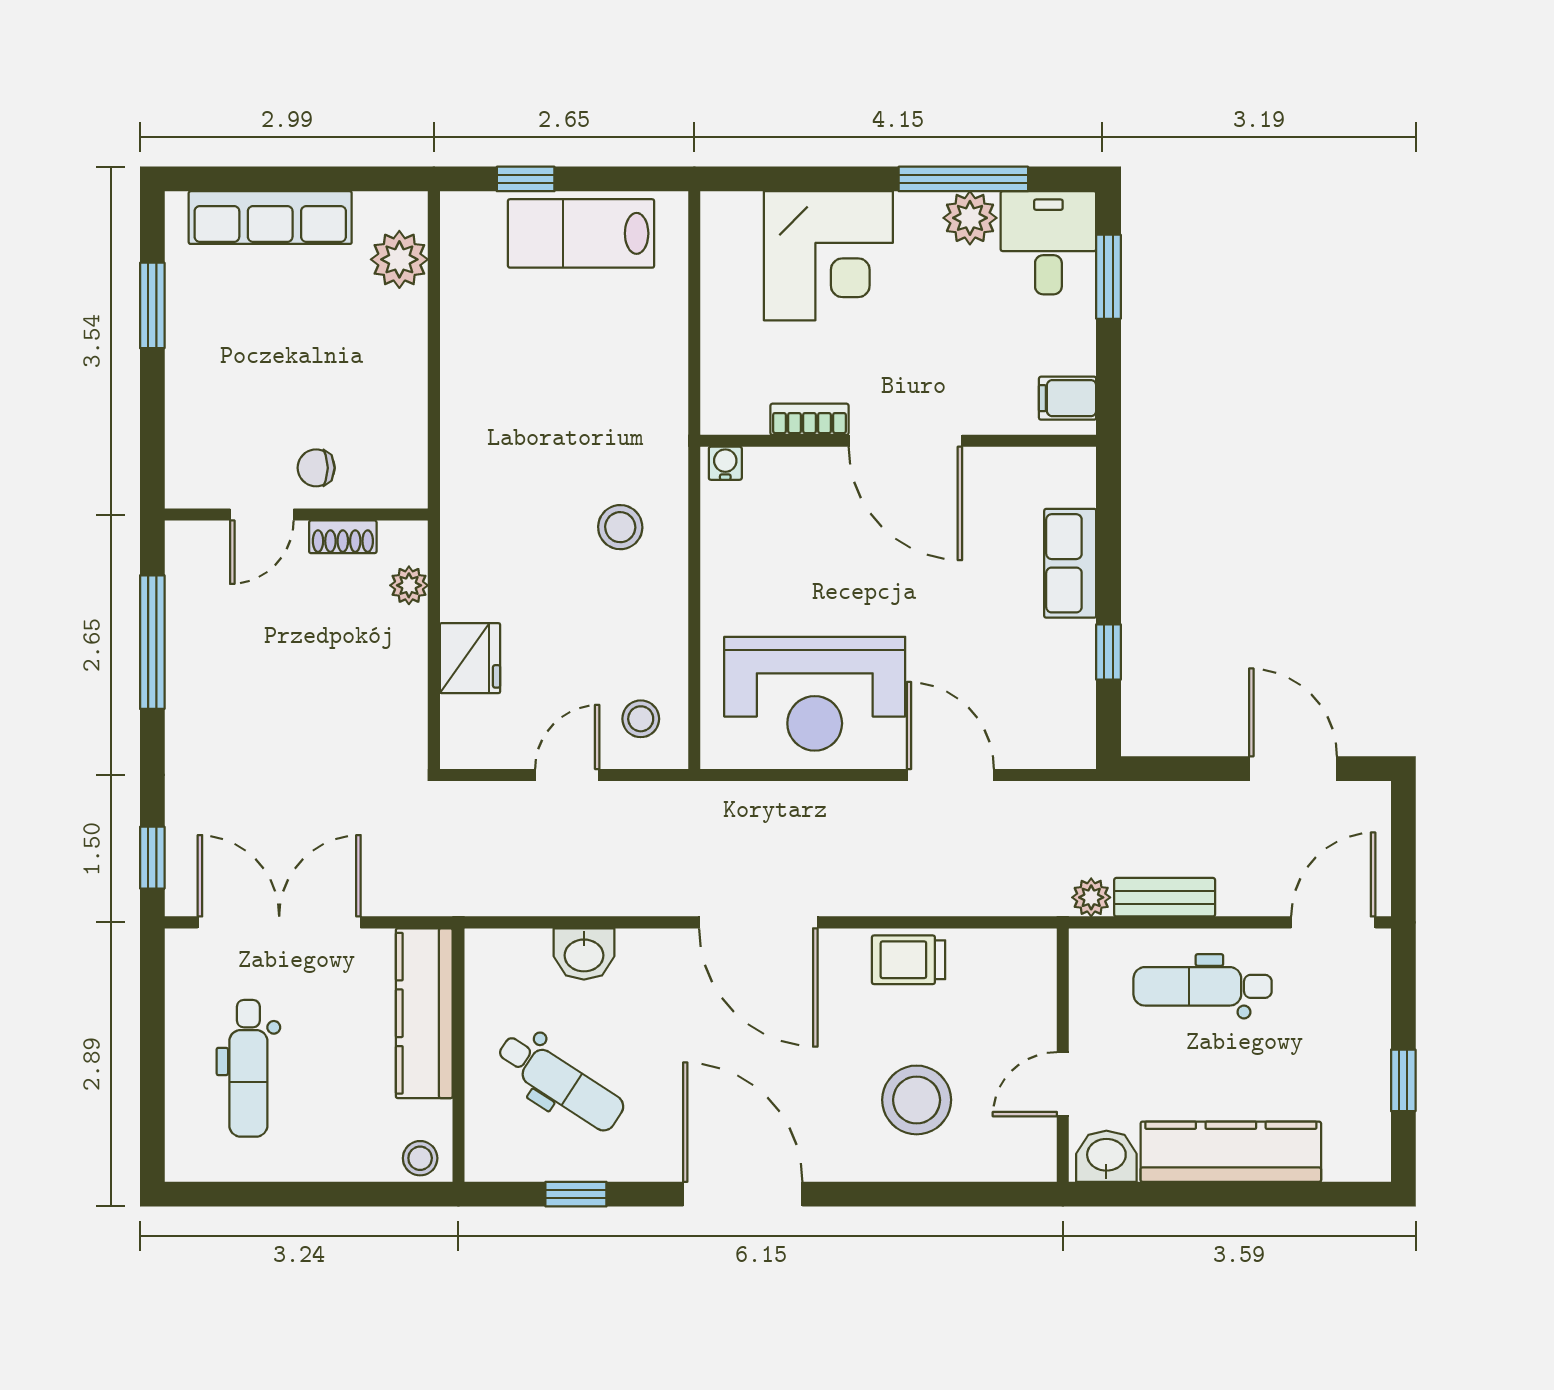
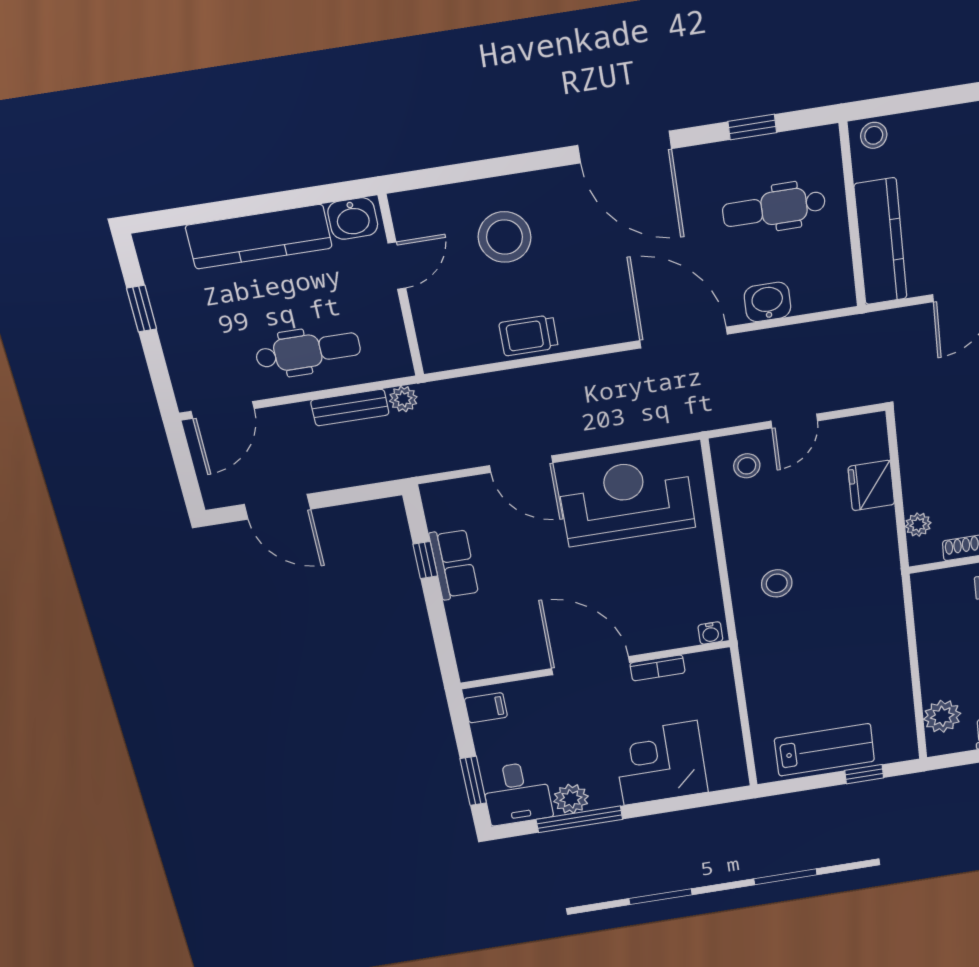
row of seats: (1070, 563) -> (454, 564), moved
door: (758, 922) -> (684, 337), moved
trolley: (909, 960) -> (529, 335), turned 180
dental chair: (560, 1082) -> (774, 208), turned -33

